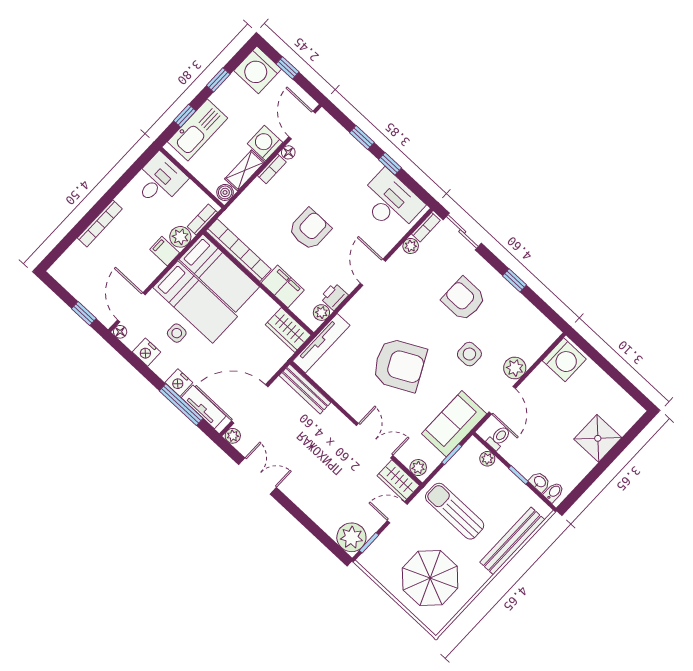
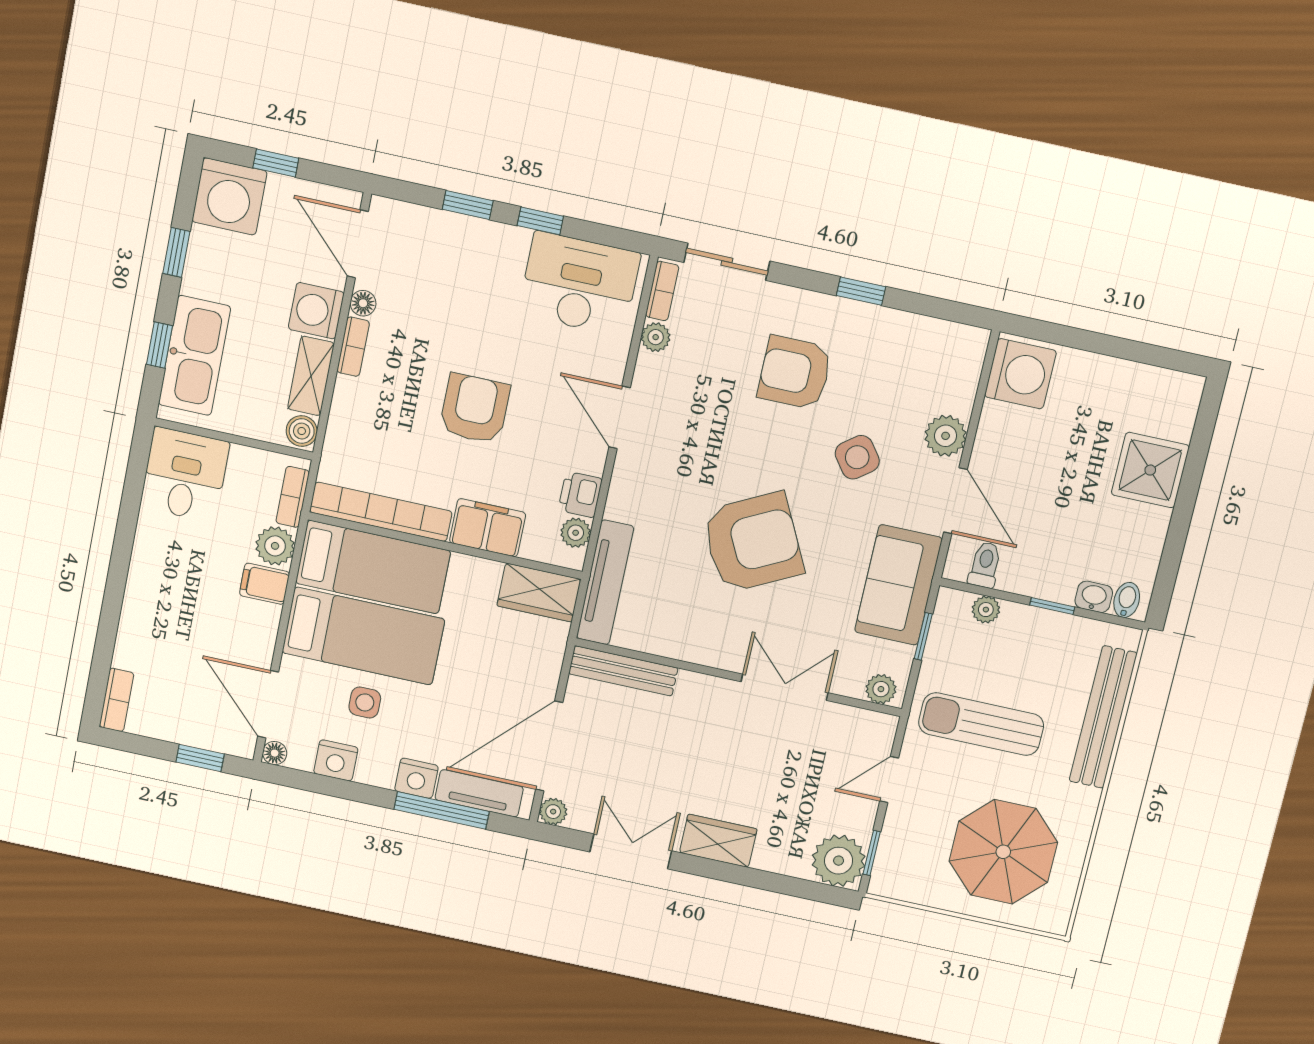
bookcase: (100, 223) -> (117, 700), moved, width x0.64
side table: (469, 354) -> (857, 457), turned -37
wardrobe: (398, 481) -> (718, 841), moved, turned 180

